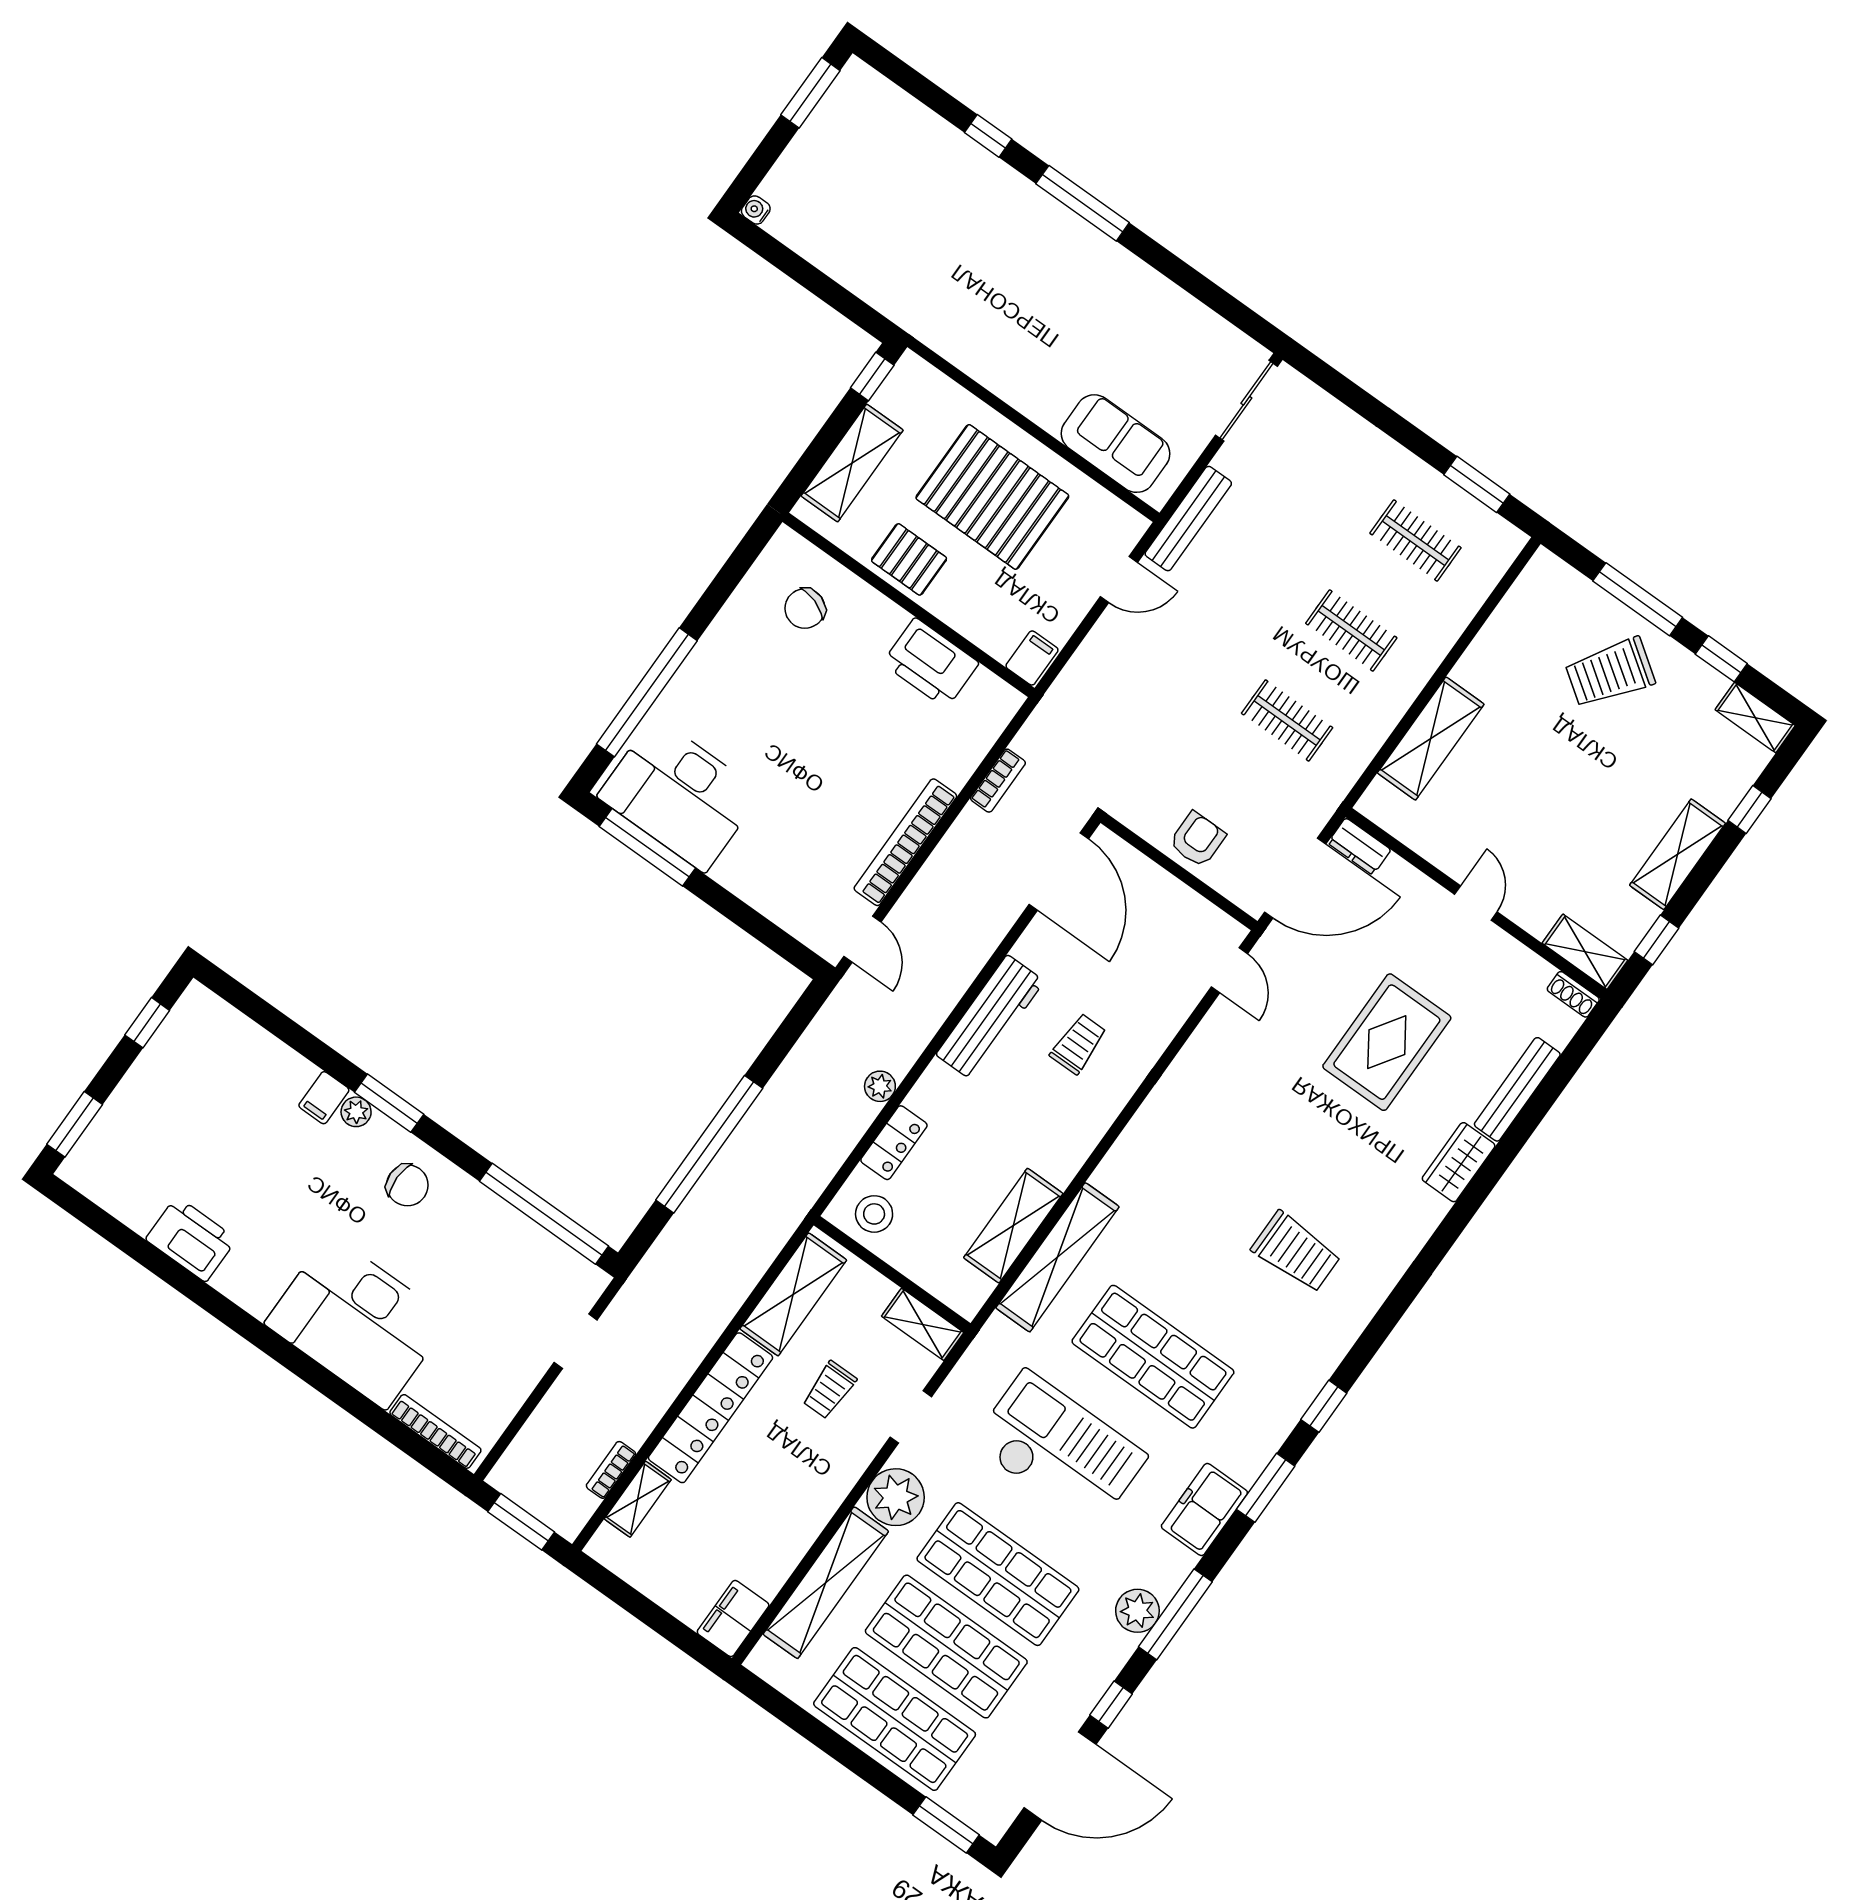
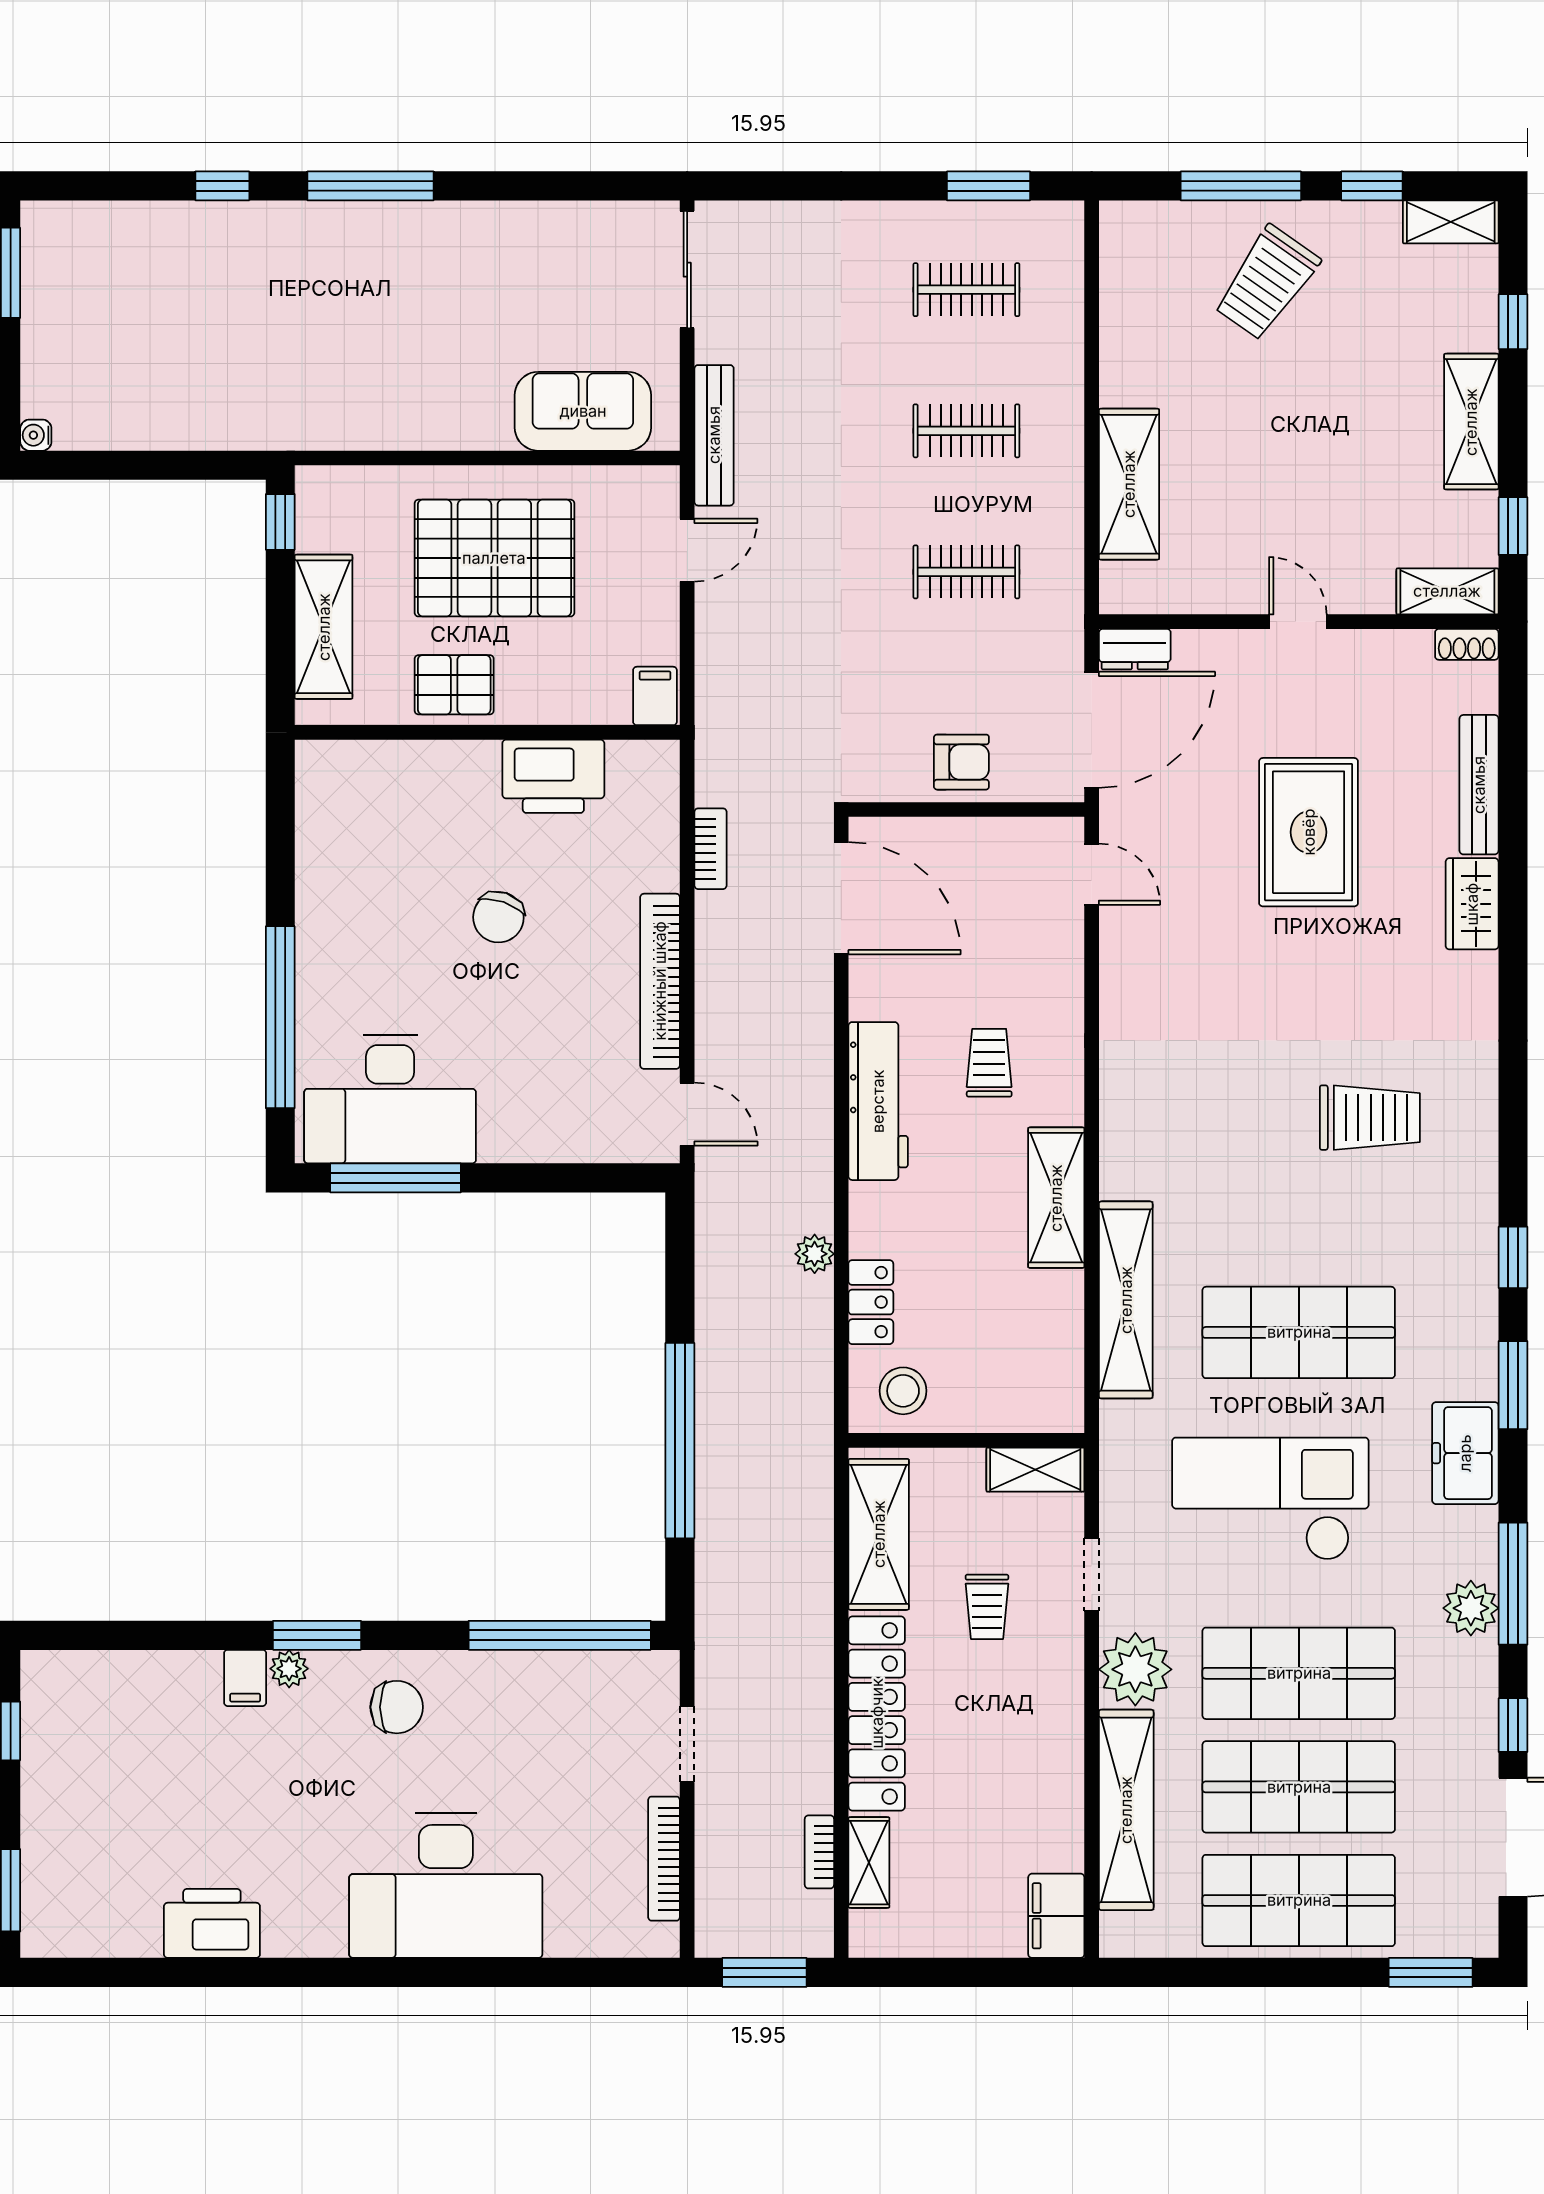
chair: (805, 608) -> (498, 917), moved
armchair: (1197, 840) -> (961, 762), turned 90
shelving: (1013, 1226) -> (1056, 1198), moved
bookcase: (435, 1431) -> (664, 1859), moved, turned -90

